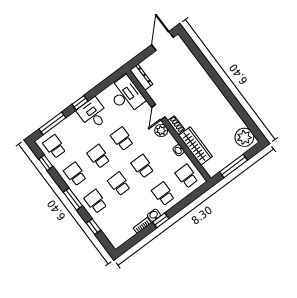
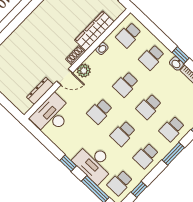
dresser: (141, 77) -> (40, 91), moved
desk: (93, 114) -> (94, 163), moved, width x1.37

